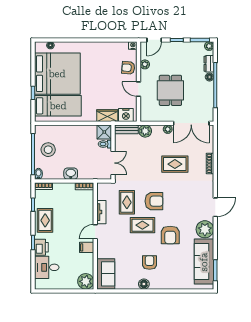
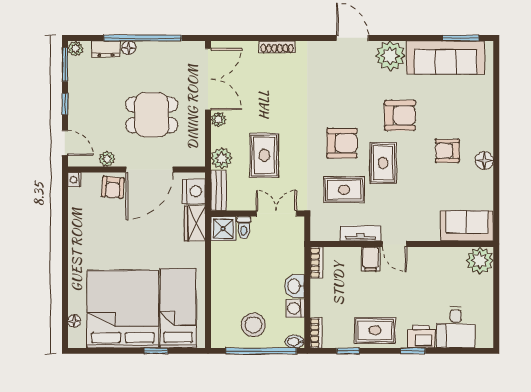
door: (139, 89) -> (149, 170), width x1.87
rug: (175, 164) -> (264, 155), moved
washing machine: (58, 174) -> (295, 308), added
armchair: (154, 201) -> (342, 143), turned 90
filing cabinet: (87, 247) -> (371, 259), moved

